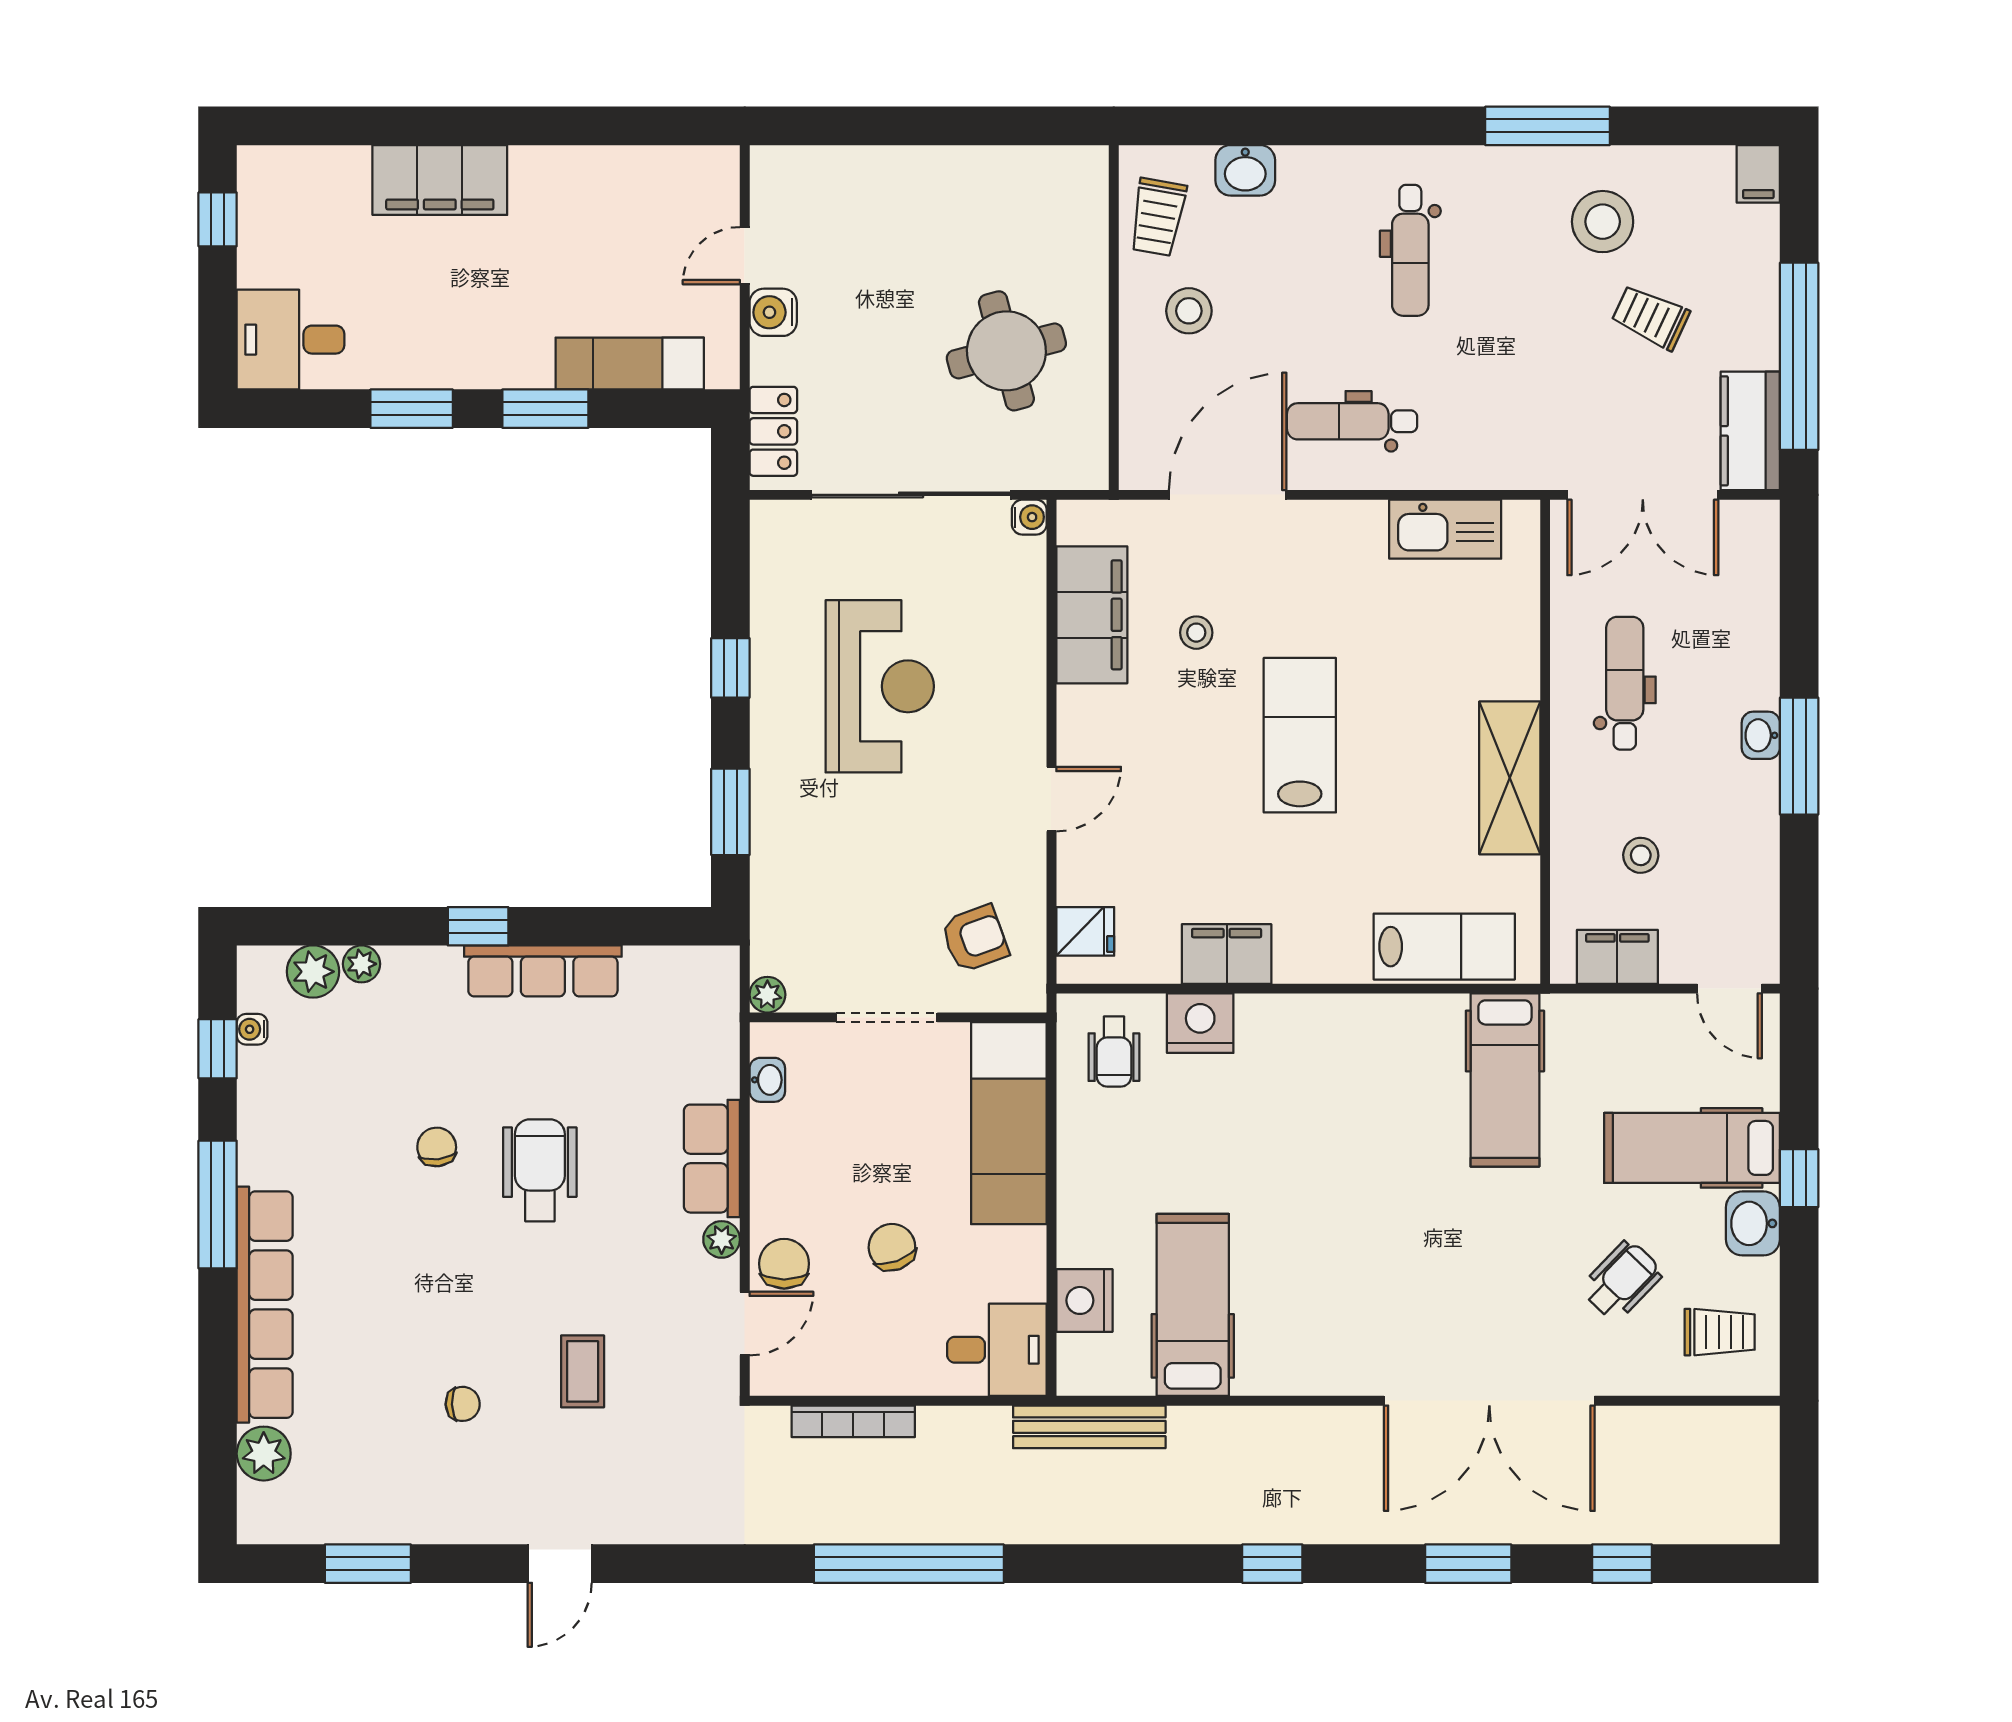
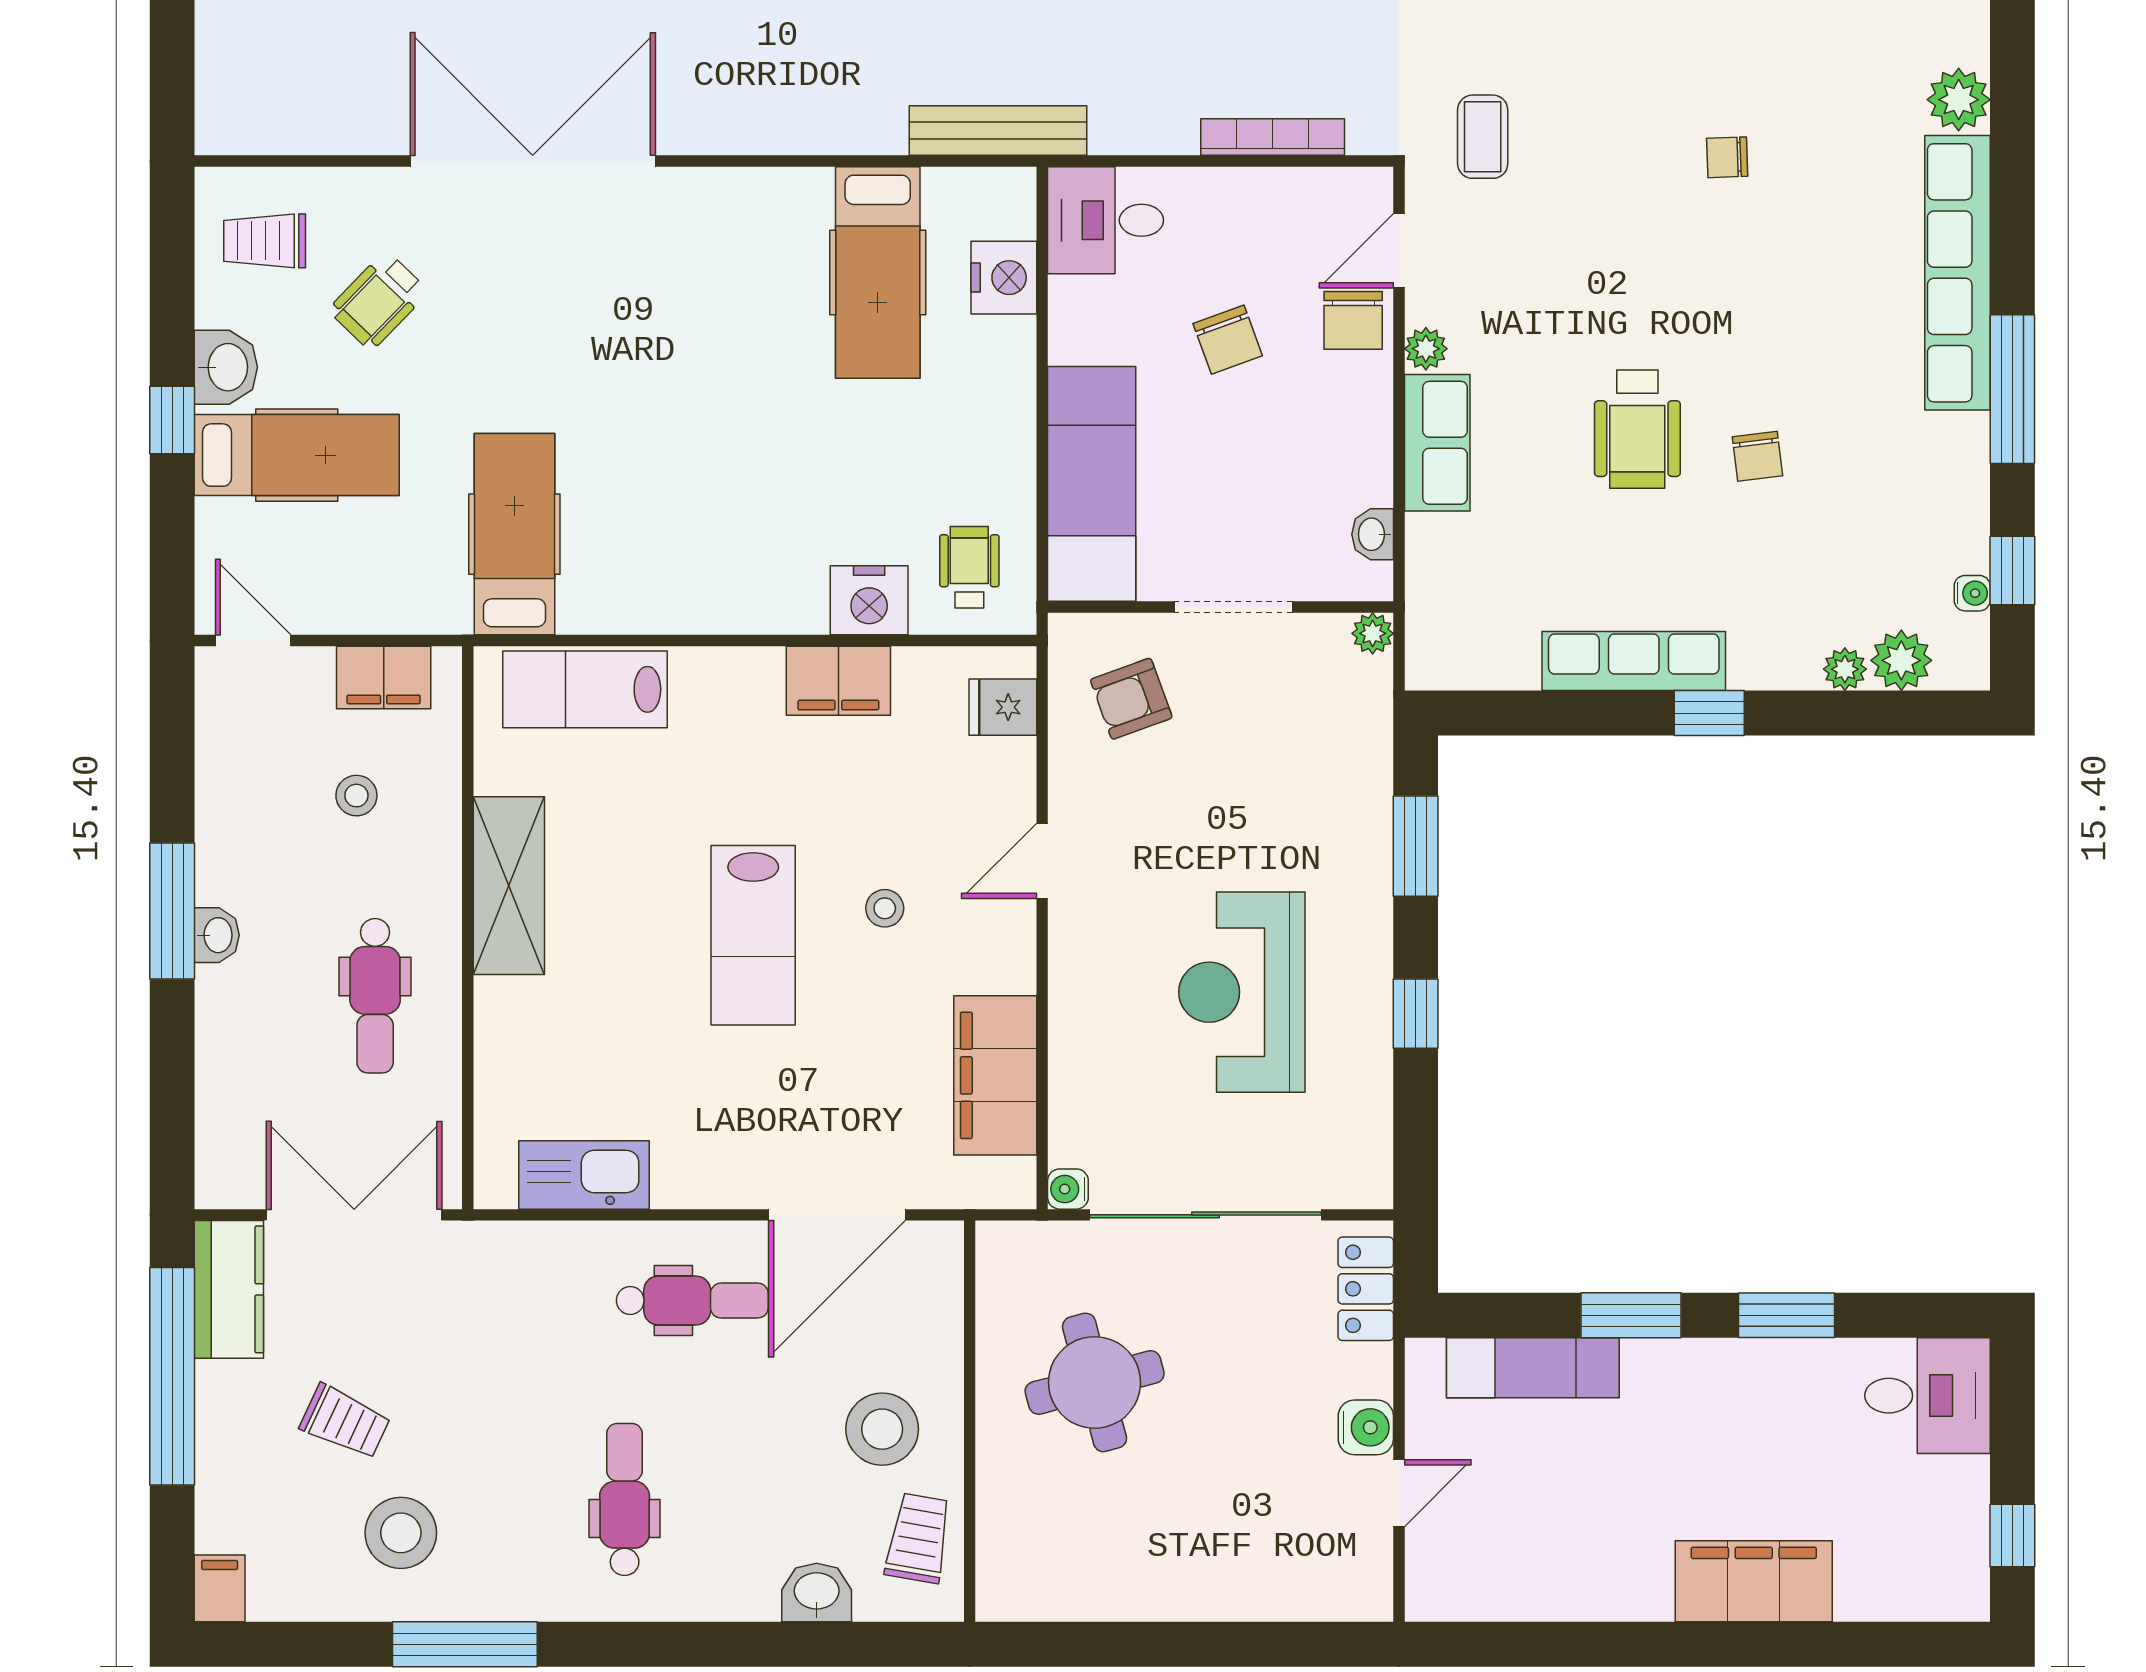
stool: (1189, 311) -> (882, 1429), width x1.38, depth x1.38
stool: (1196, 633) -> (885, 908), moved
coffee table: (583, 1371) -> (1483, 137), moved

